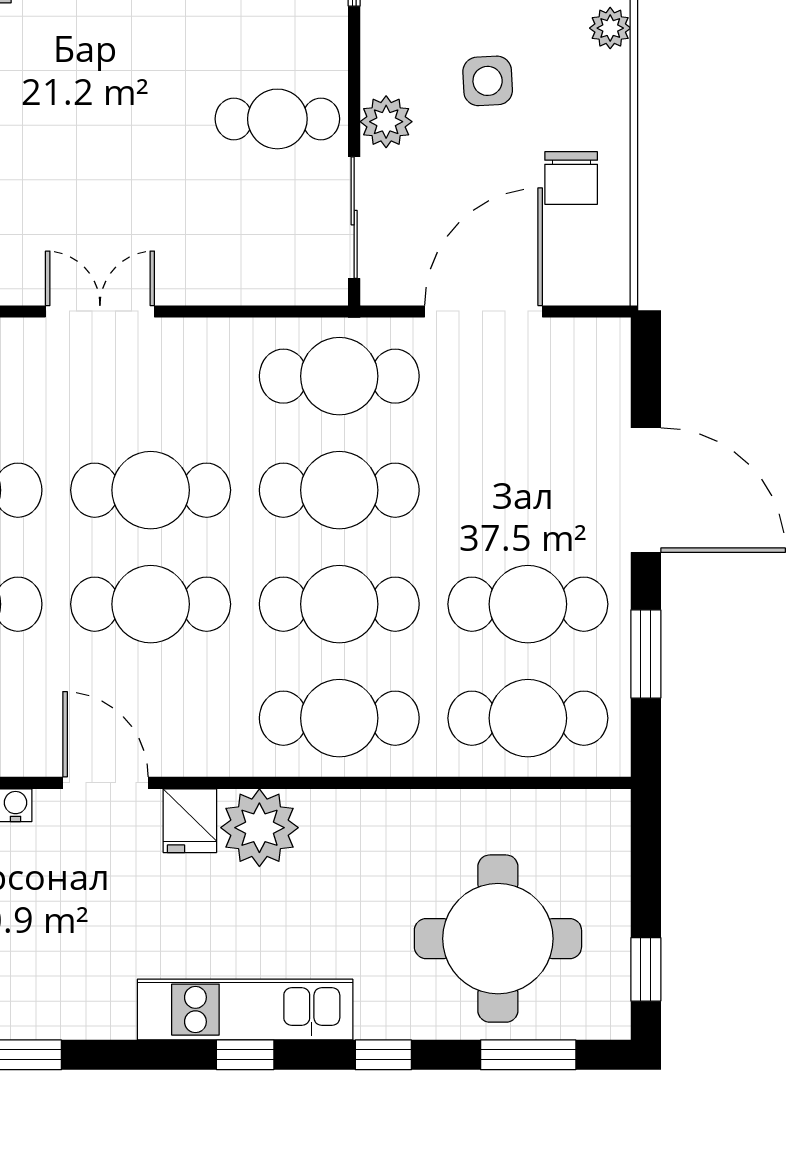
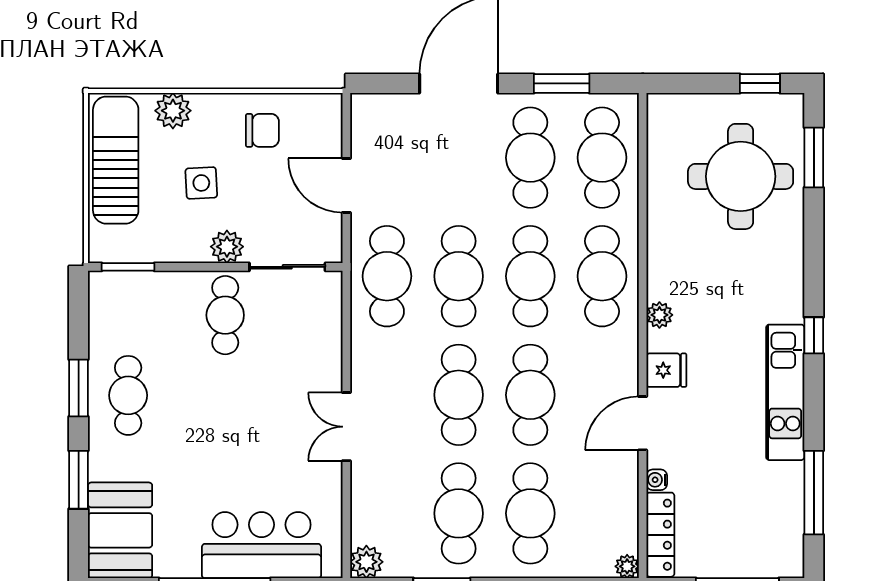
plant: (610, 28) -> (173, 111), width x1.38, depth x1.38
door: (483, 311) -> (346, 186), width x0.73
plant: (259, 828) -> (659, 315), width x0.53, depth x0.53
kitchen unit: (245, 1010) -> (785, 392), moved
window: (383, 1055) -> (814, 248), removed

